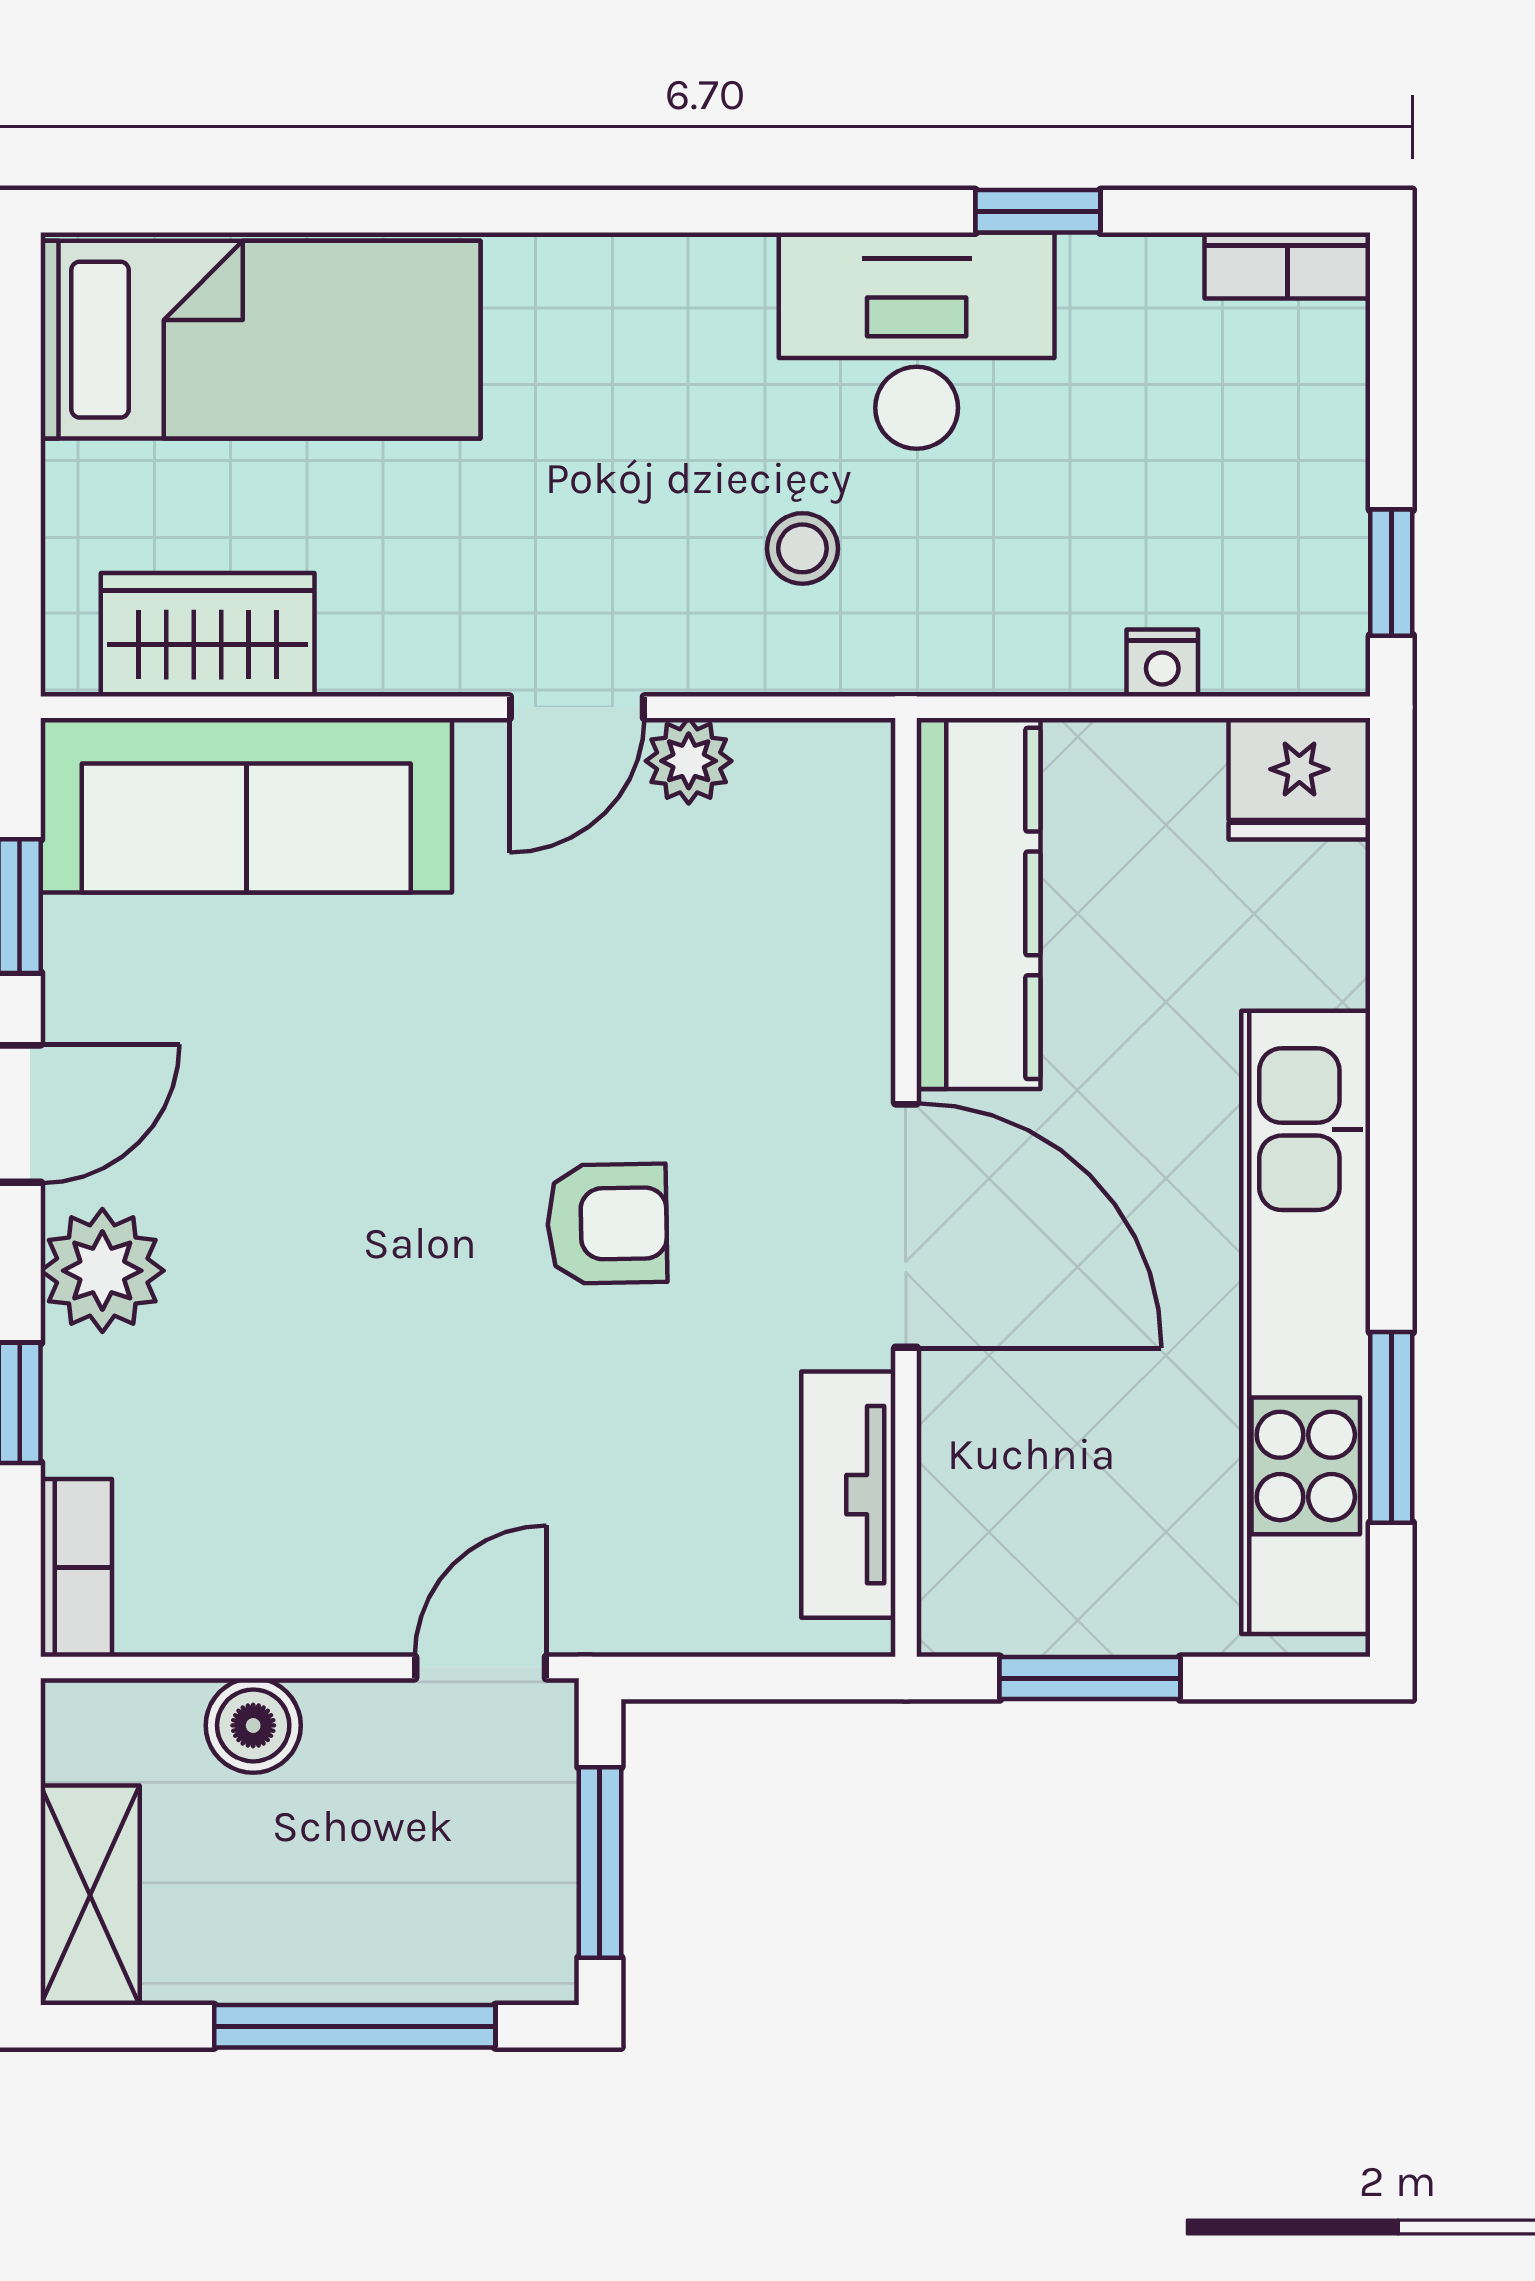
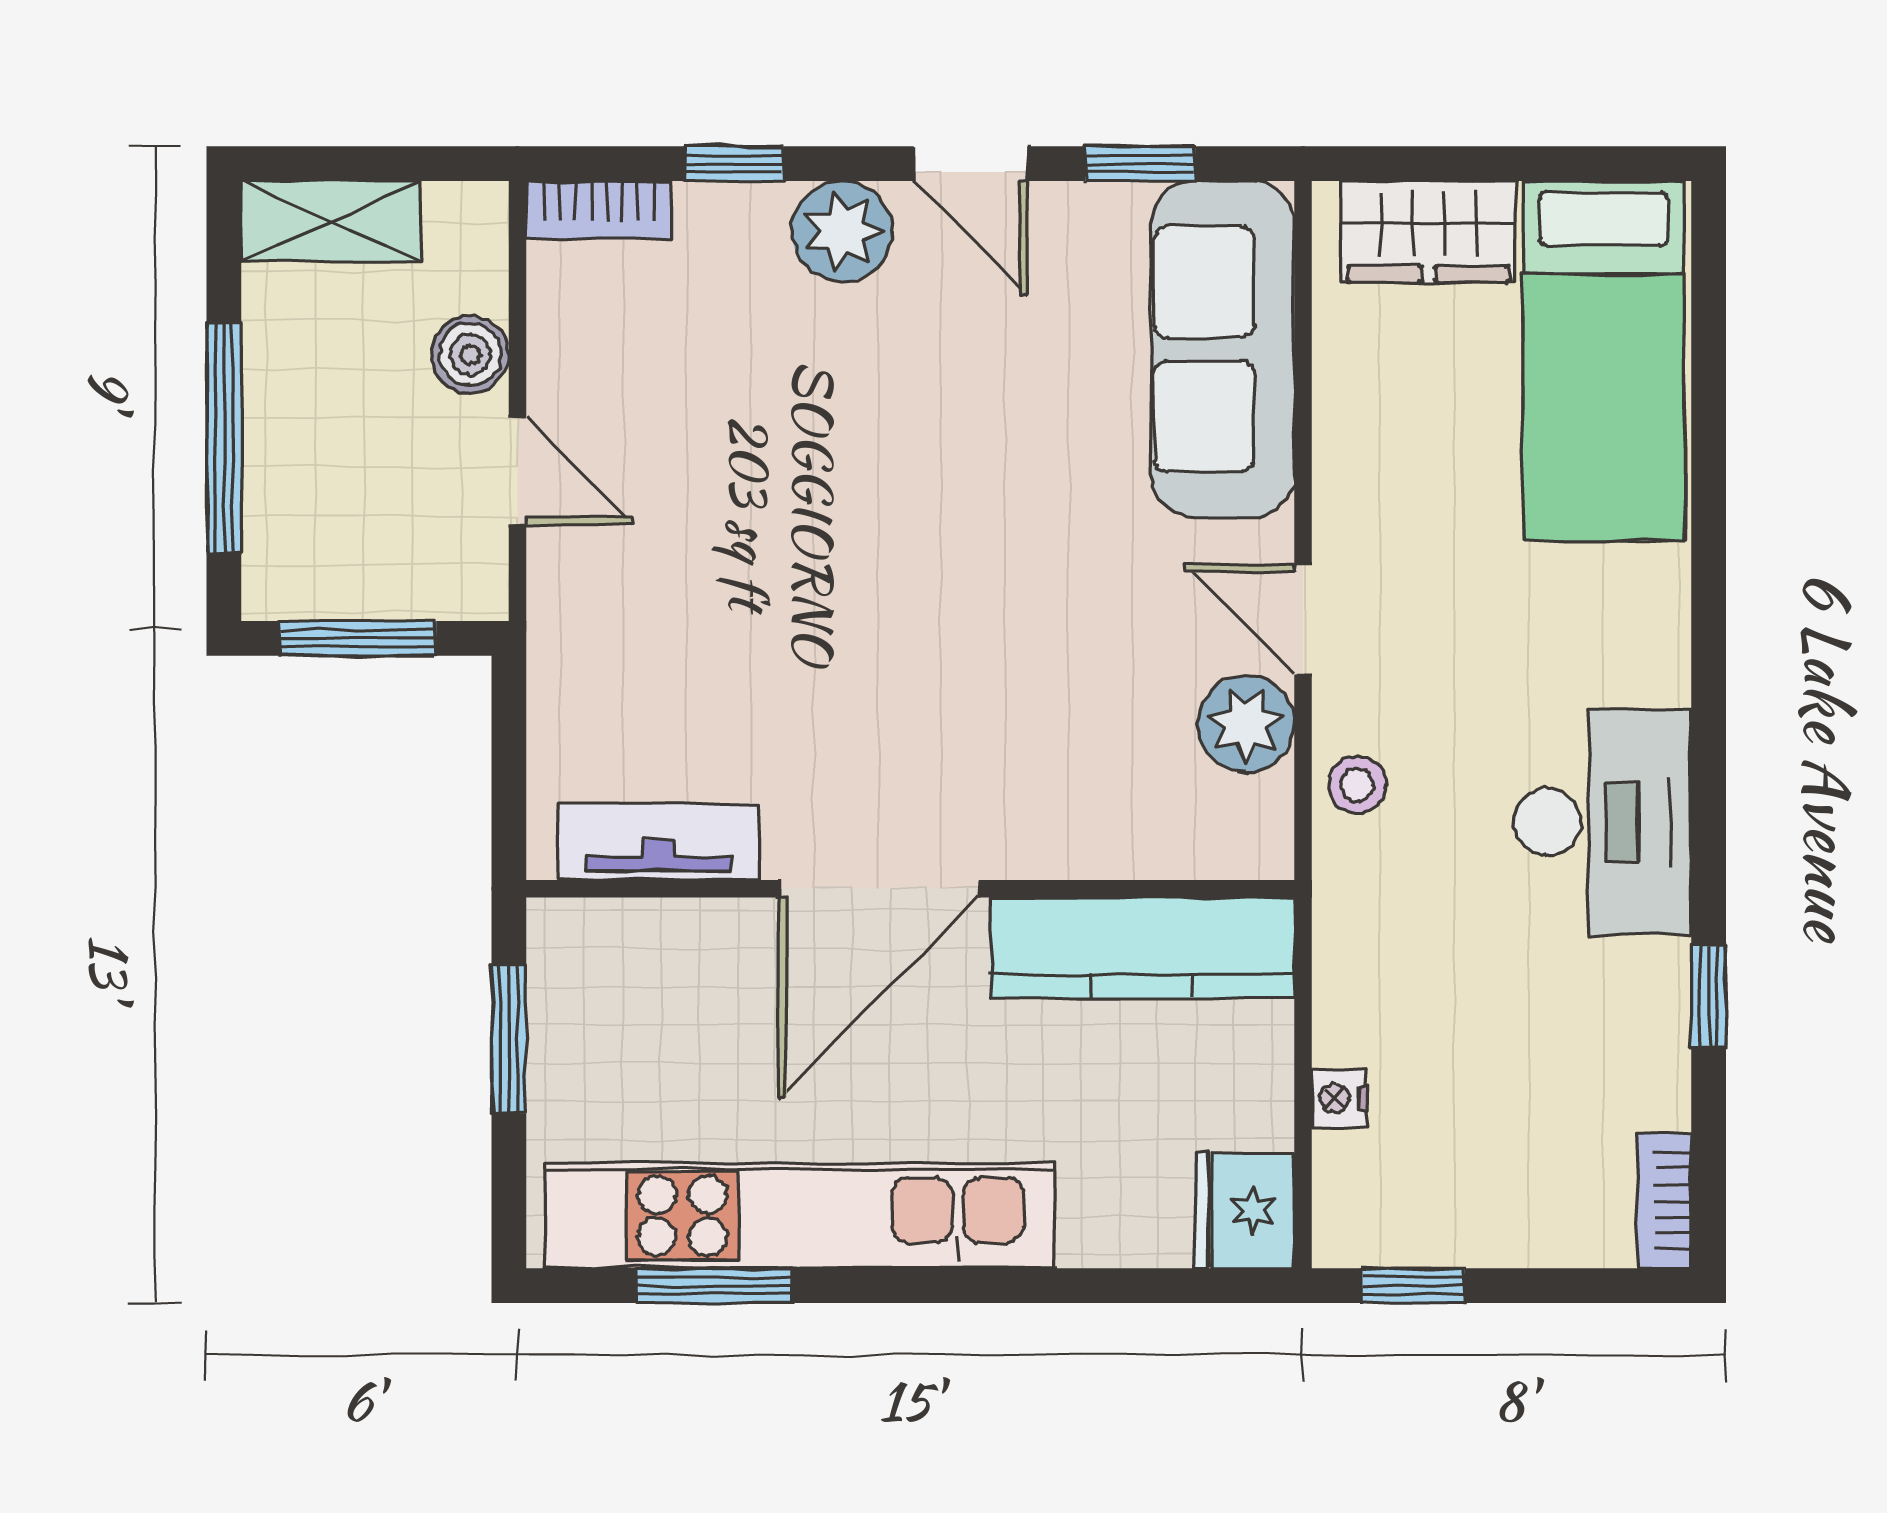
desk: (917, 341) -> (1603, 822), moved
stool: (802, 548) -> (1357, 784), moved
wardrobe: (208, 635) -> (1428, 232), moved, turned 90
plant: (689, 761) -> (1246, 724), width x1.38, depth x1.38
armchair: (607, 1224) -> (880, 644), removed
door: (481, 1667) -> (517, 471), moved

